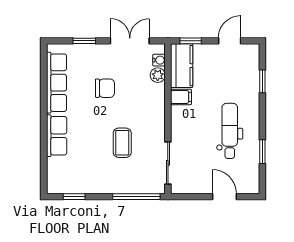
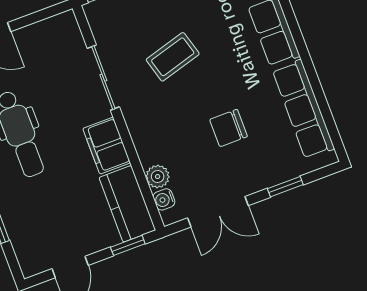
filing cabinet: (181, 97) -> (107, 146), width x2.00
coffee table: (122, 143) -> (173, 57), turned 74
sliding door: (168, 163) -> (103, 78), moved

